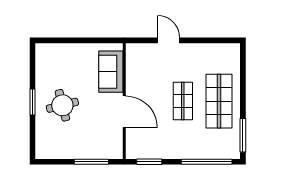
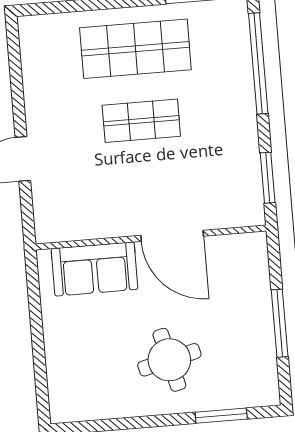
window: (32, 102) -> (221, 416), moved
door: (124, 112) -> (172, 236), swing flipped
window: (91, 162) -> (280, 323), moved

